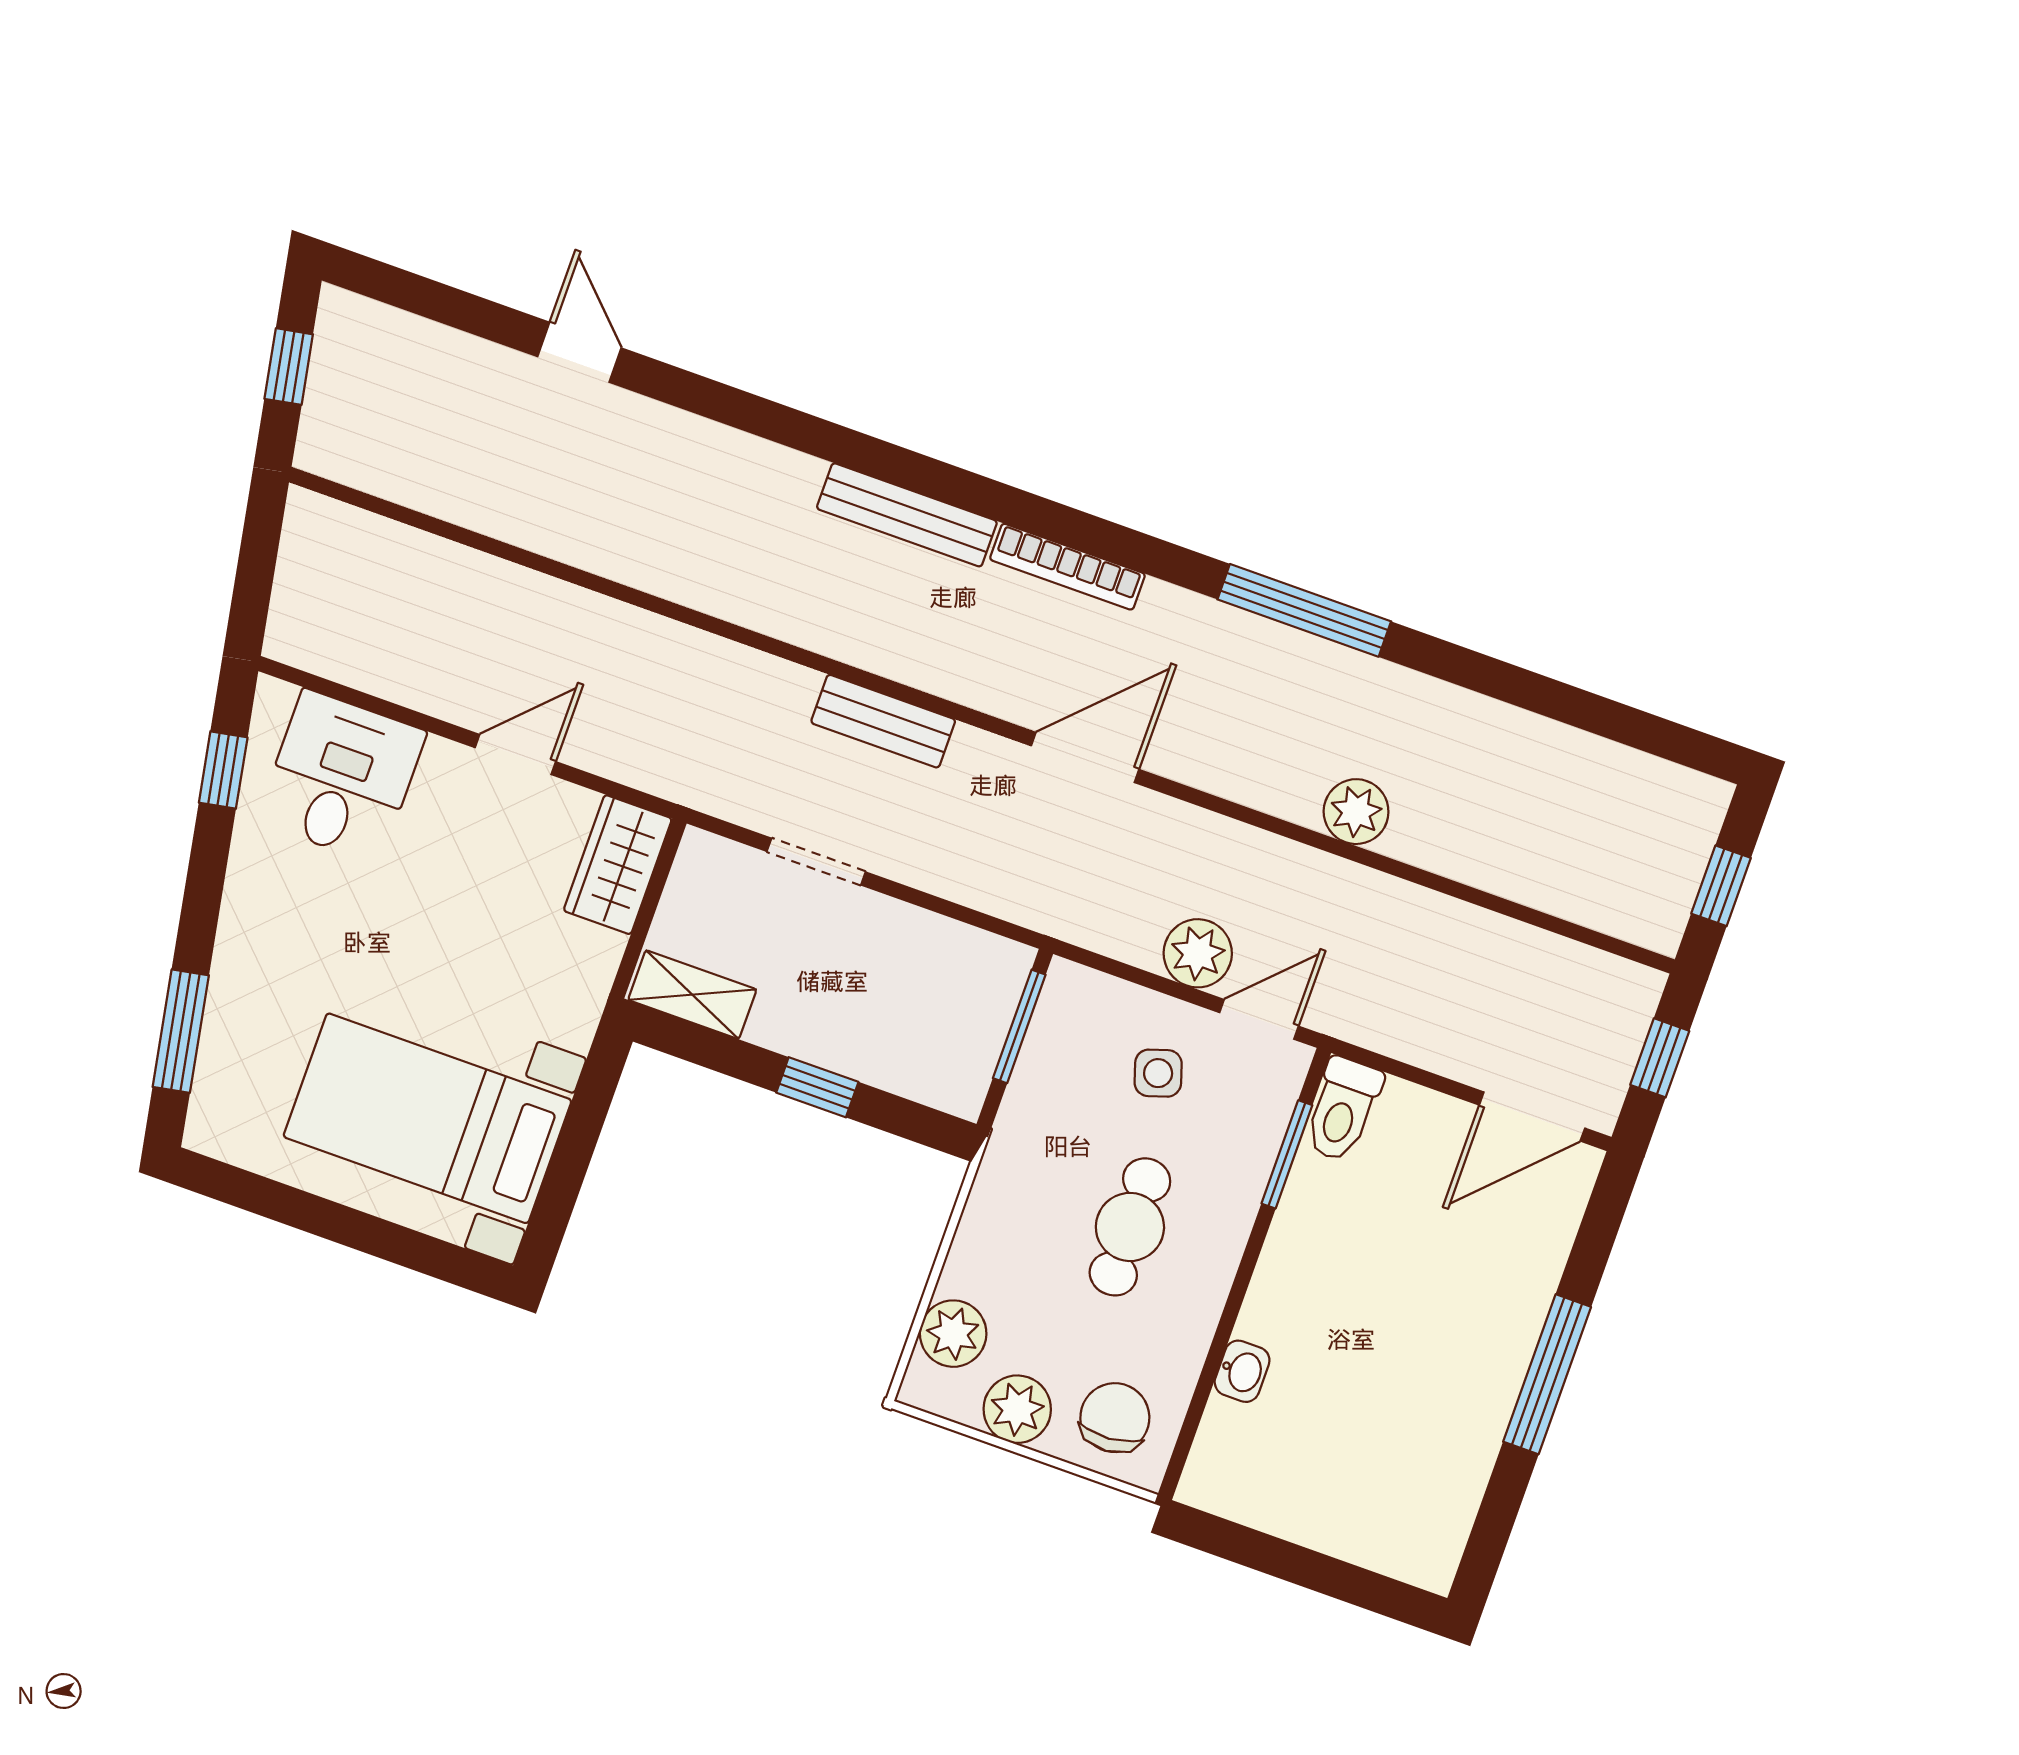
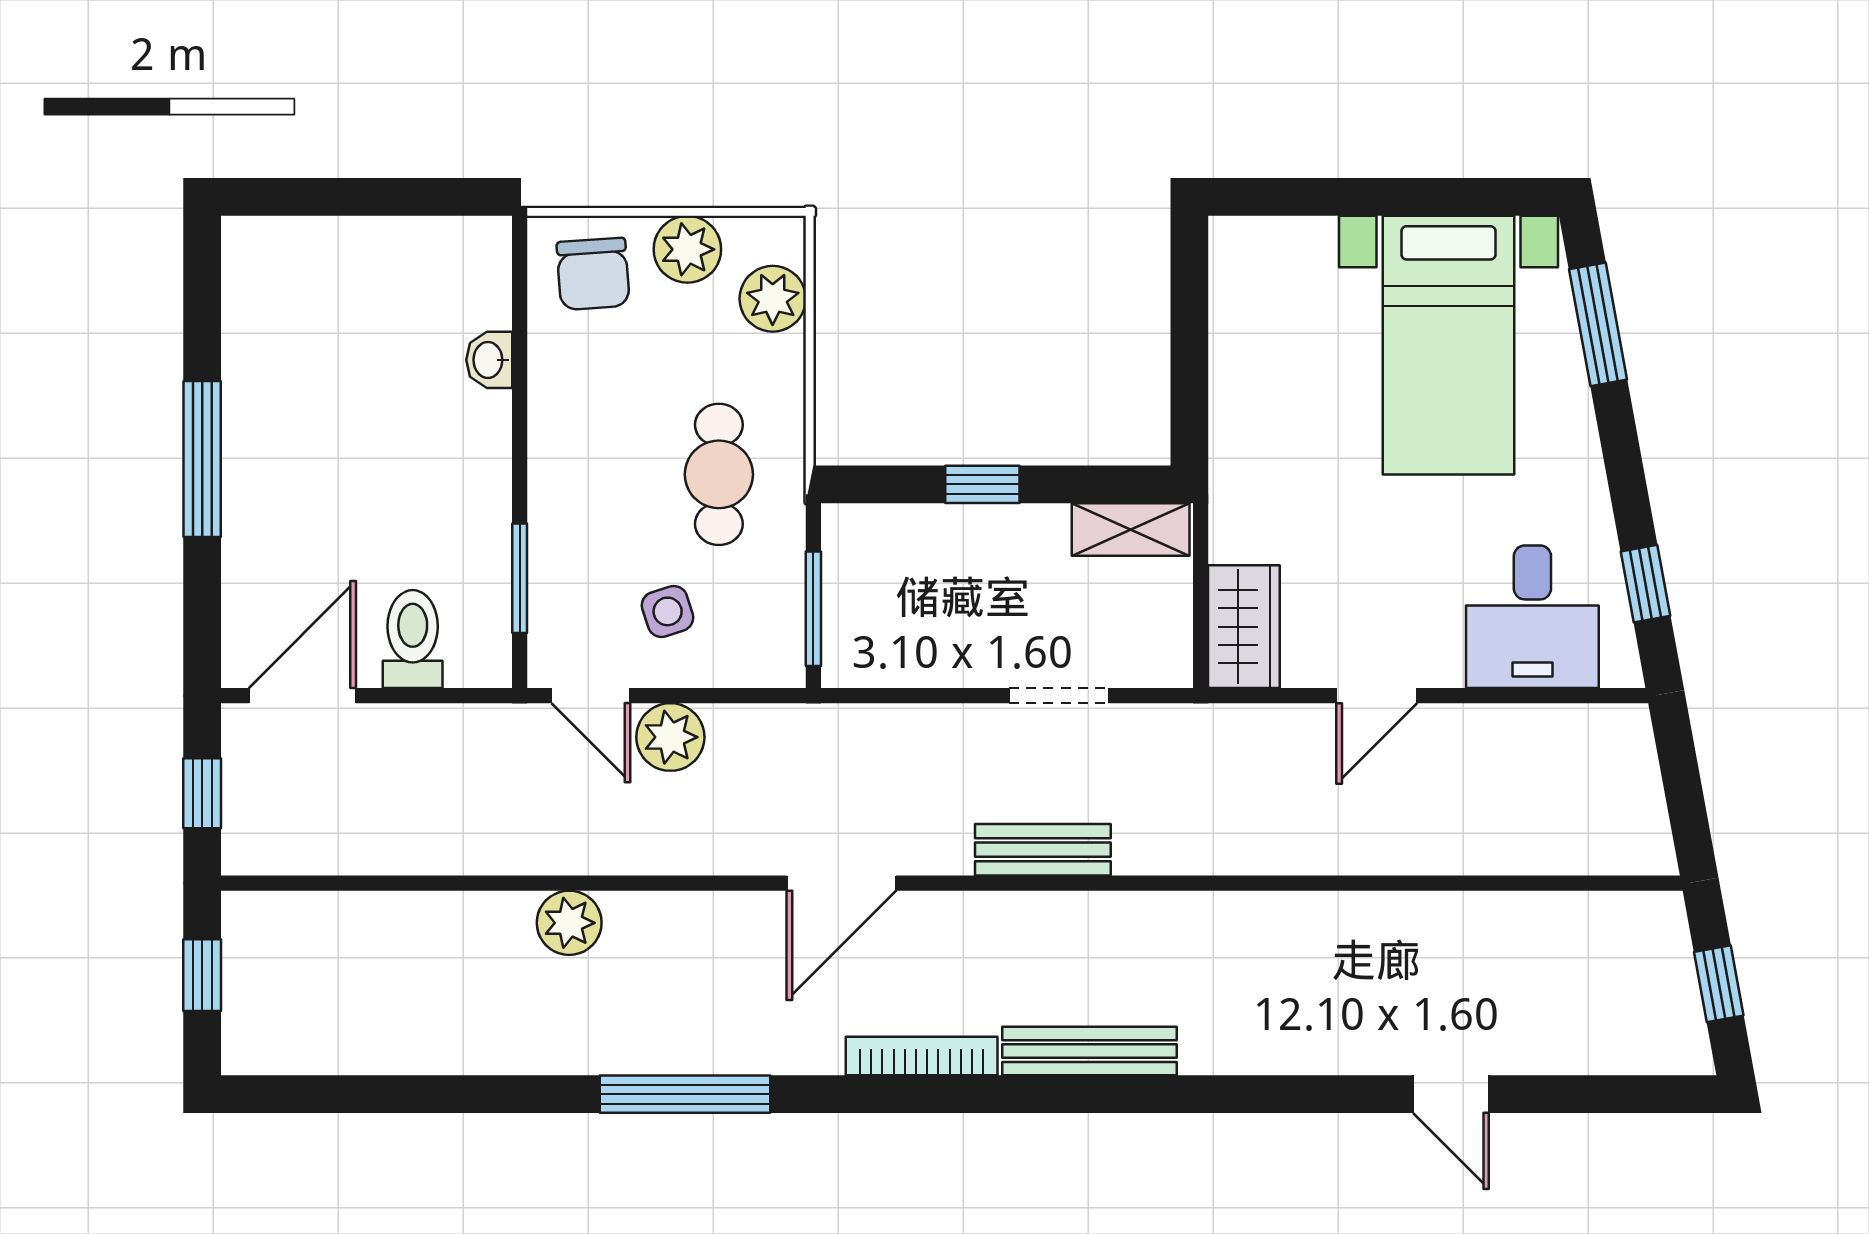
door: (1259, 1019) -> (591, 696), hinge flipped
toilet: (1343, 1109) -> (413, 639), moved
bed with nightstands: (427, 1118) -> (1448, 345), moved, turned 90
cafe table: (1130, 1227) -> (719, 474), moved

